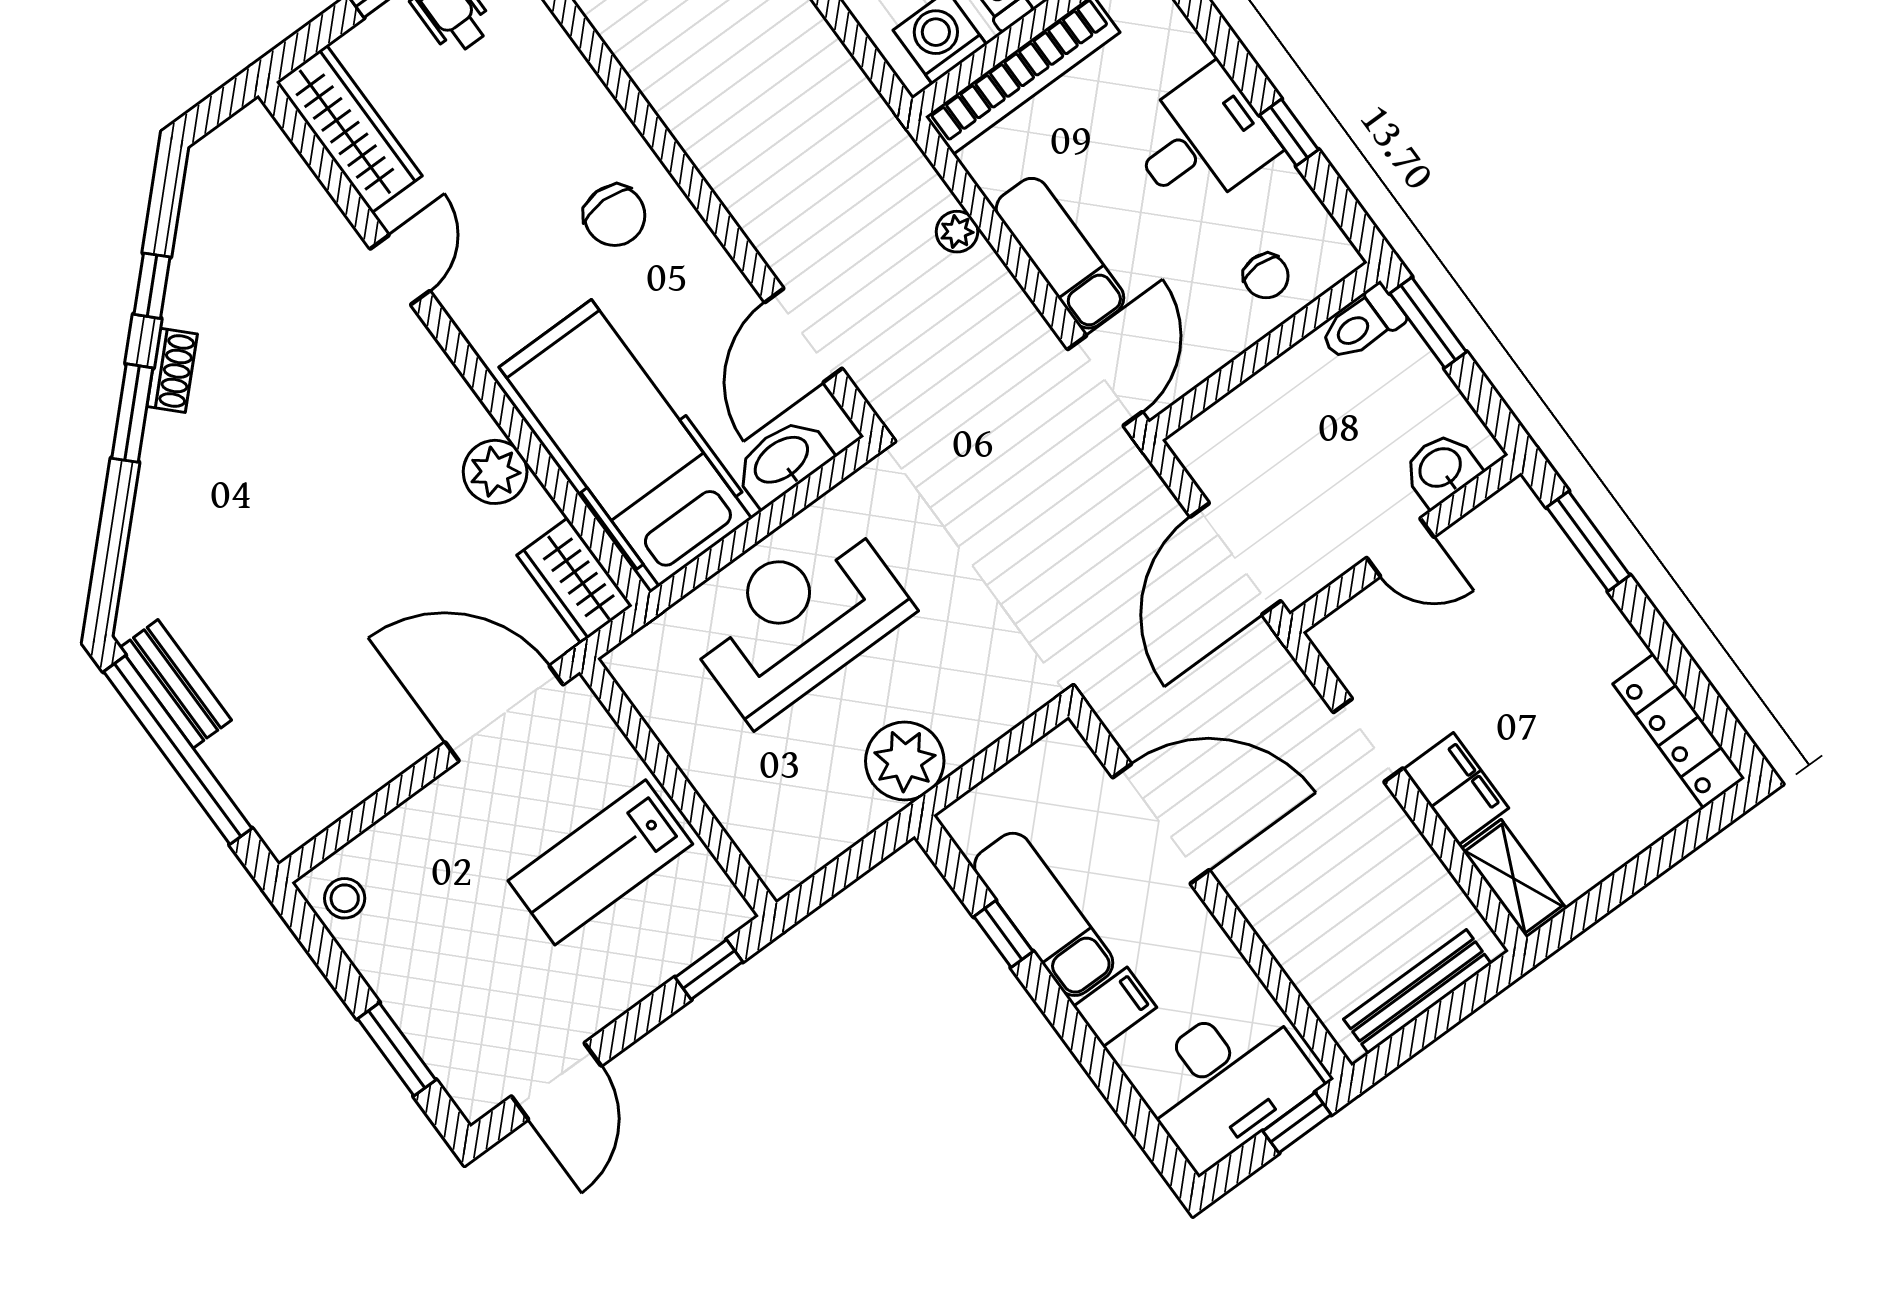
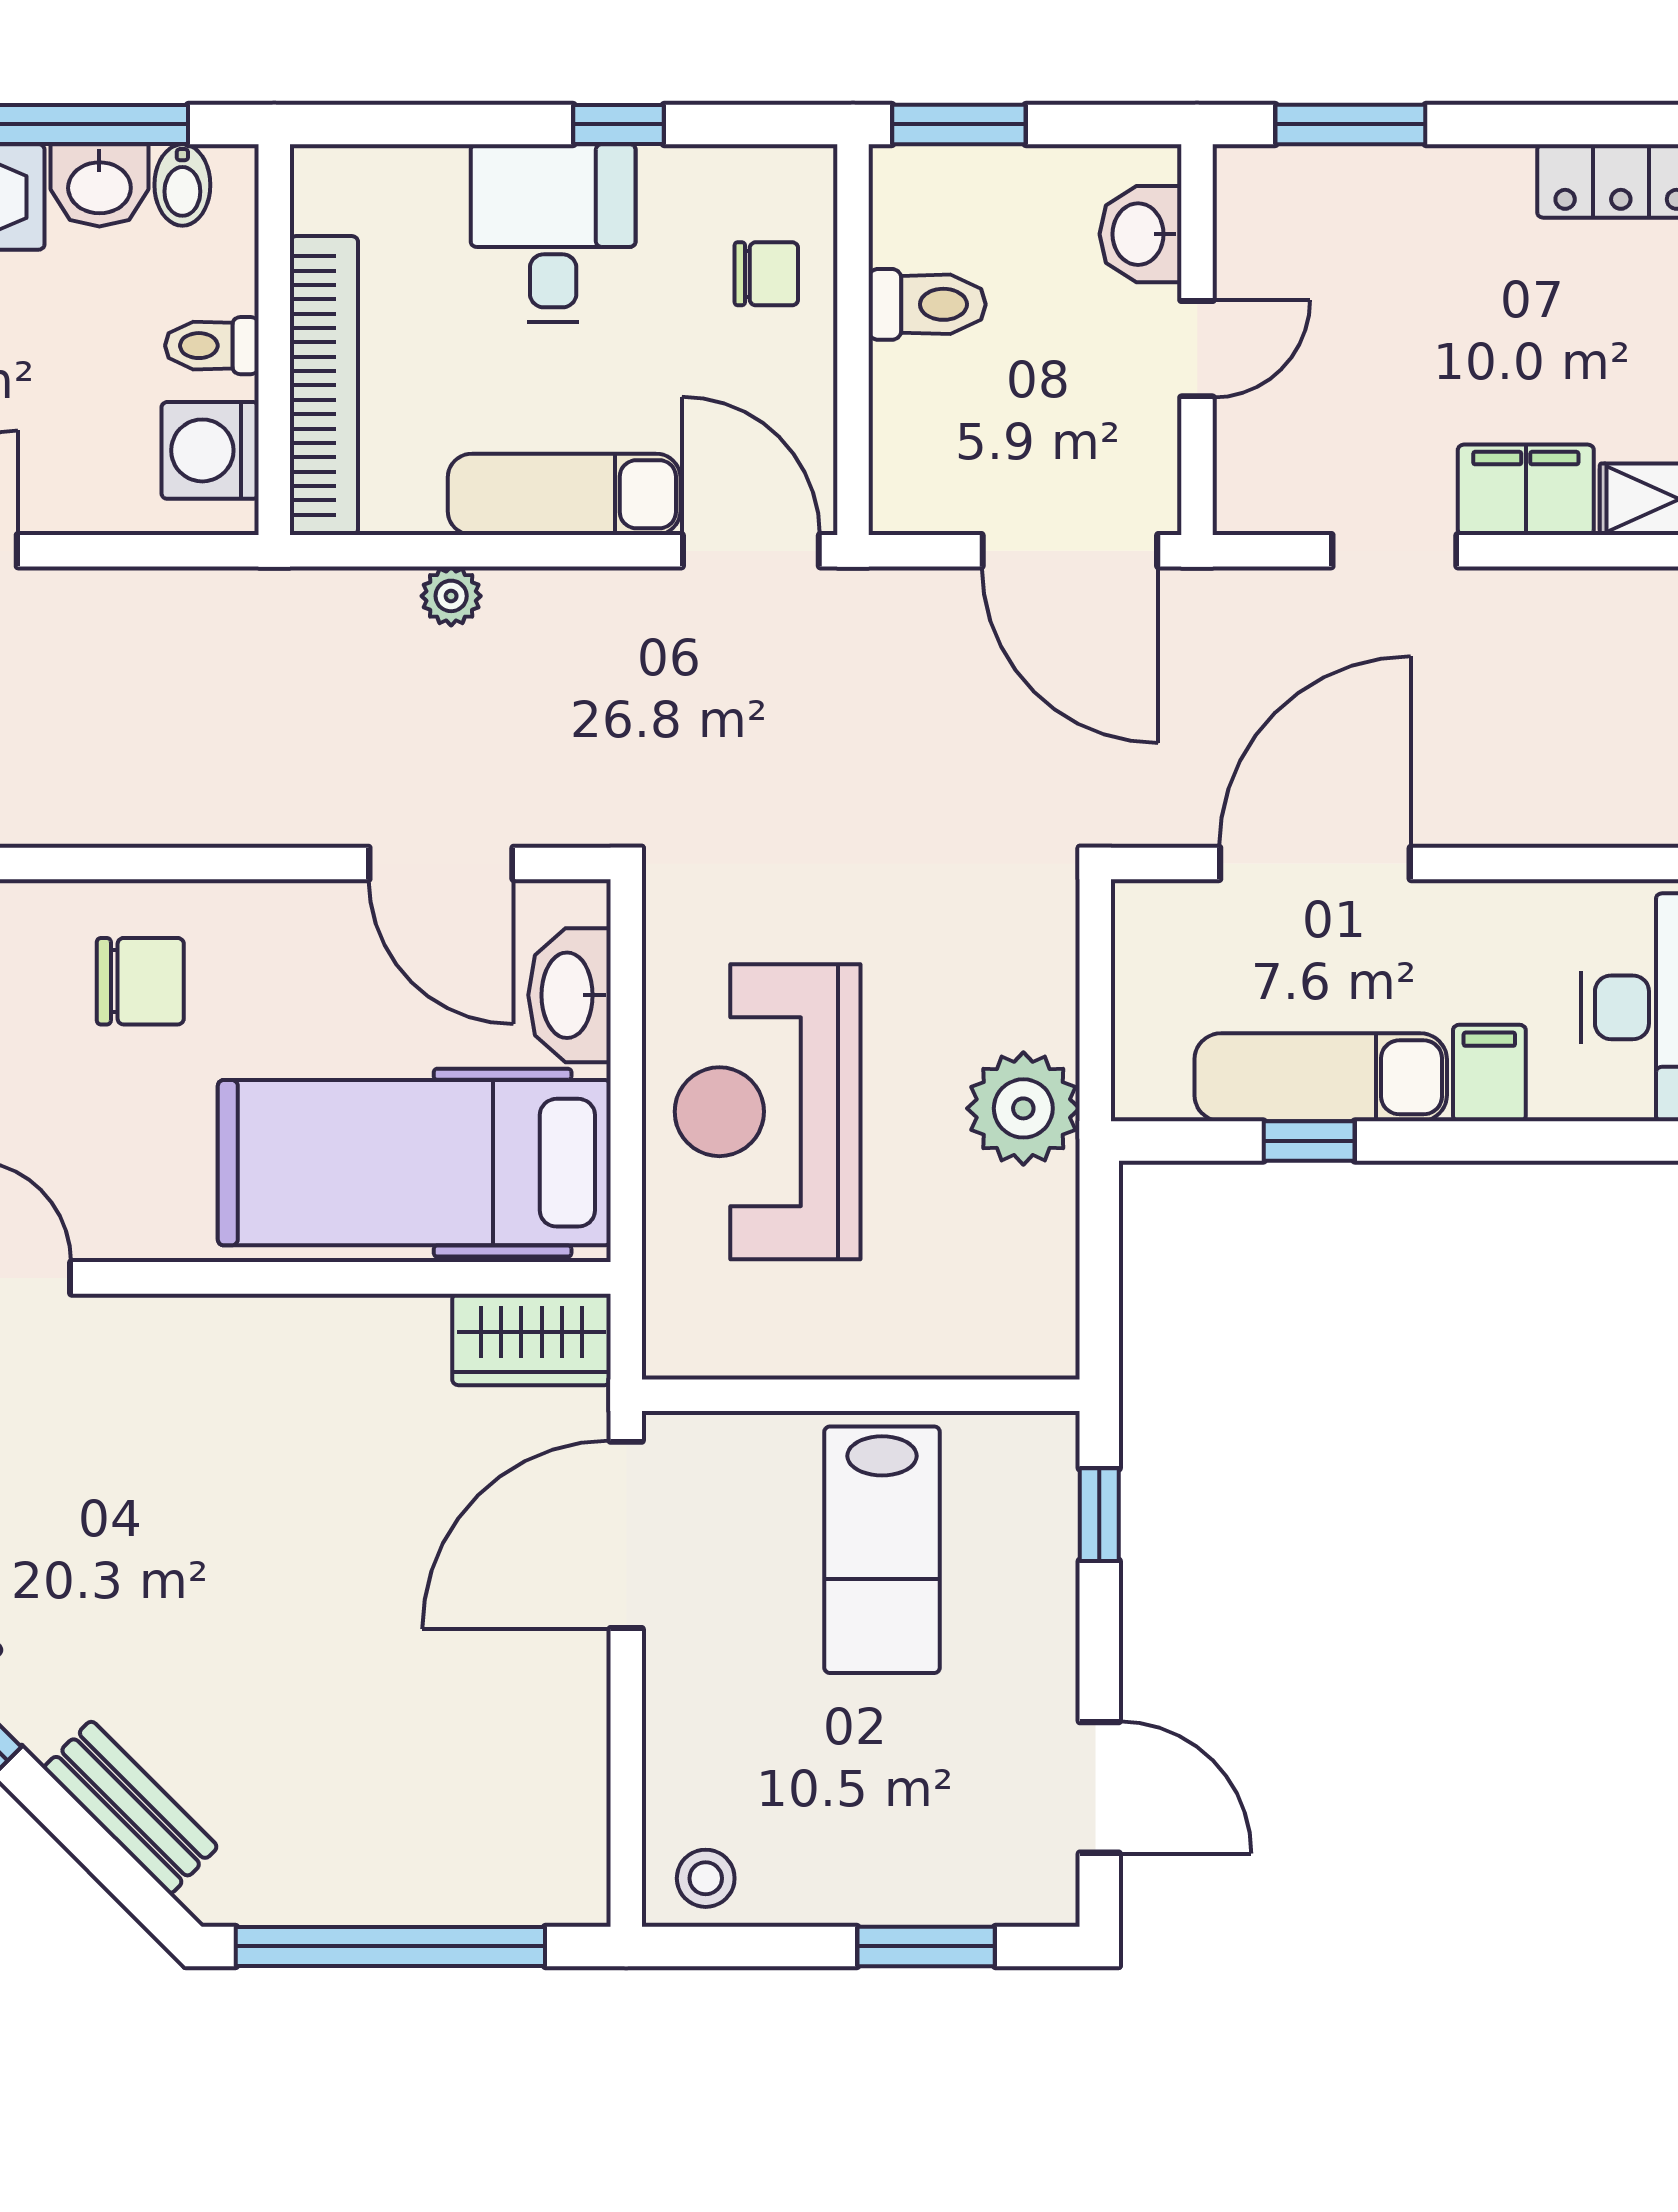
toilet: (1362, 324) -> (927, 304), moved, turned -90
plant: (495, 472) -> (337, 1339), removed
bench: (176, 684) -> (131, 1807), moved, turned 45

